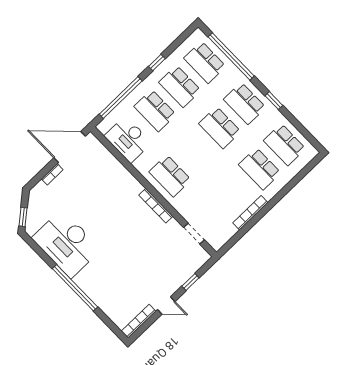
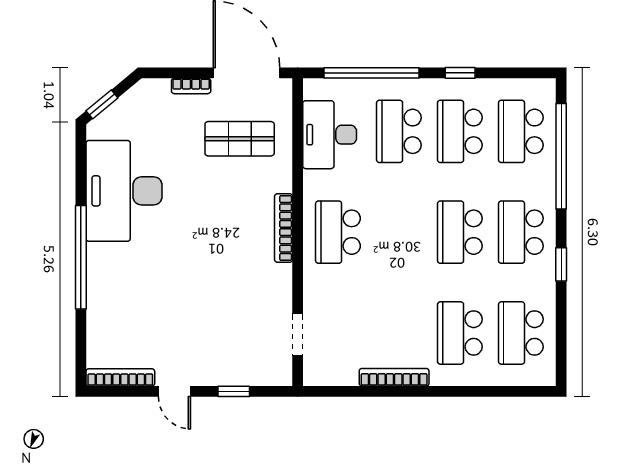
shop shelf: (93, 177) -> (240, 139), added
bookcase: (156, 206) -> (284, 228), moved

